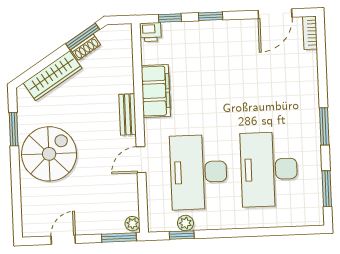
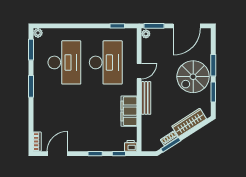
bench: (128, 114) -> (146, 98), width x1.36
window: (15, 175) -> (213, 65), added
plant: (185, 223) -> (38, 33), moved
door: (63, 240) -> (187, 26), width x1.87

